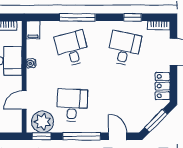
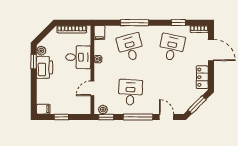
plant: (43, 122) -> (103, 110), width x0.53, depth x0.53

